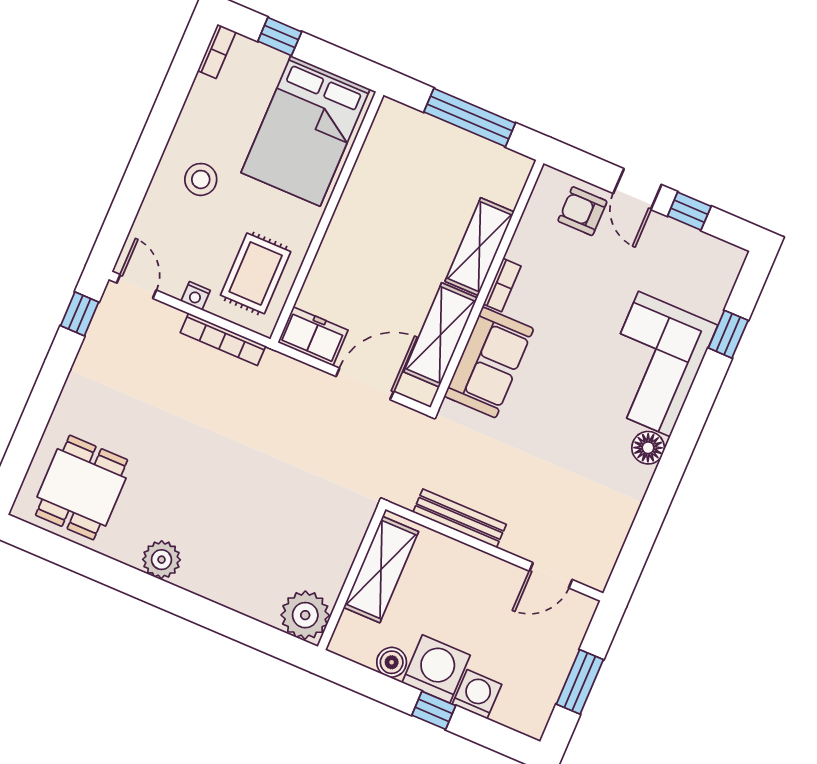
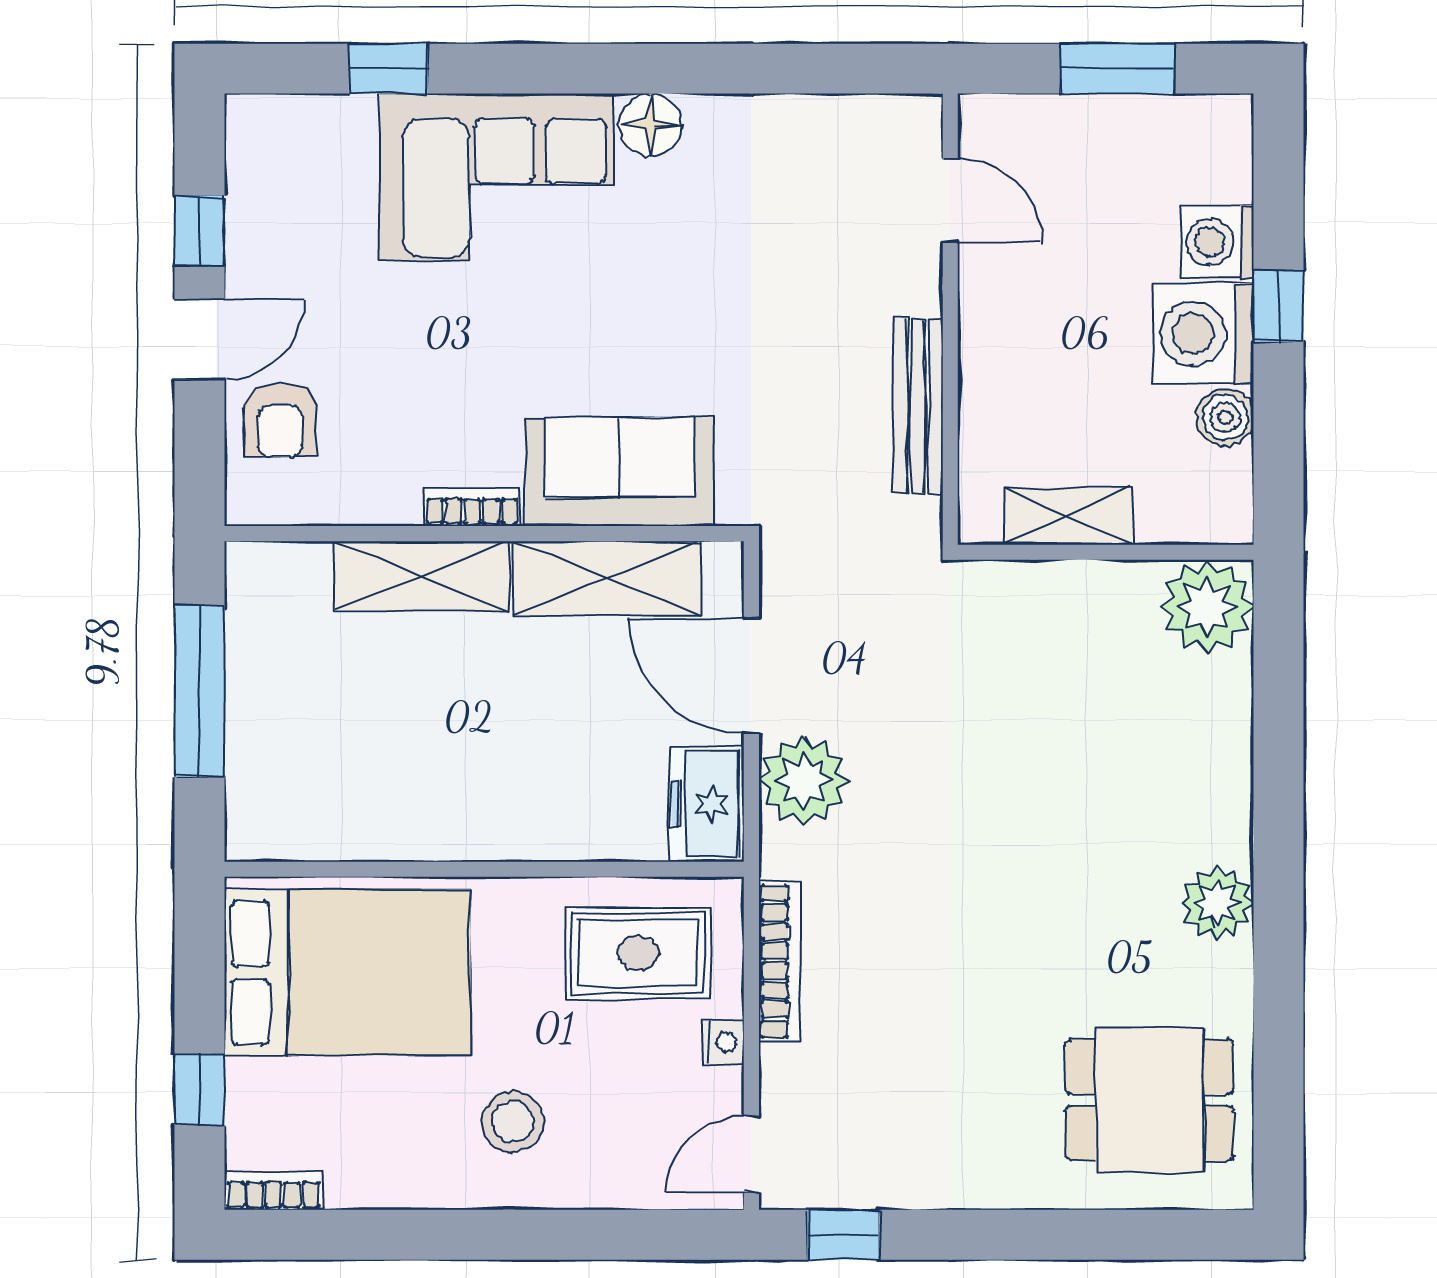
plant: (304, 387) -> (804, 781), added
shelving: (381, 569) -> (1068, 516), width x0.67, depth x0.75

